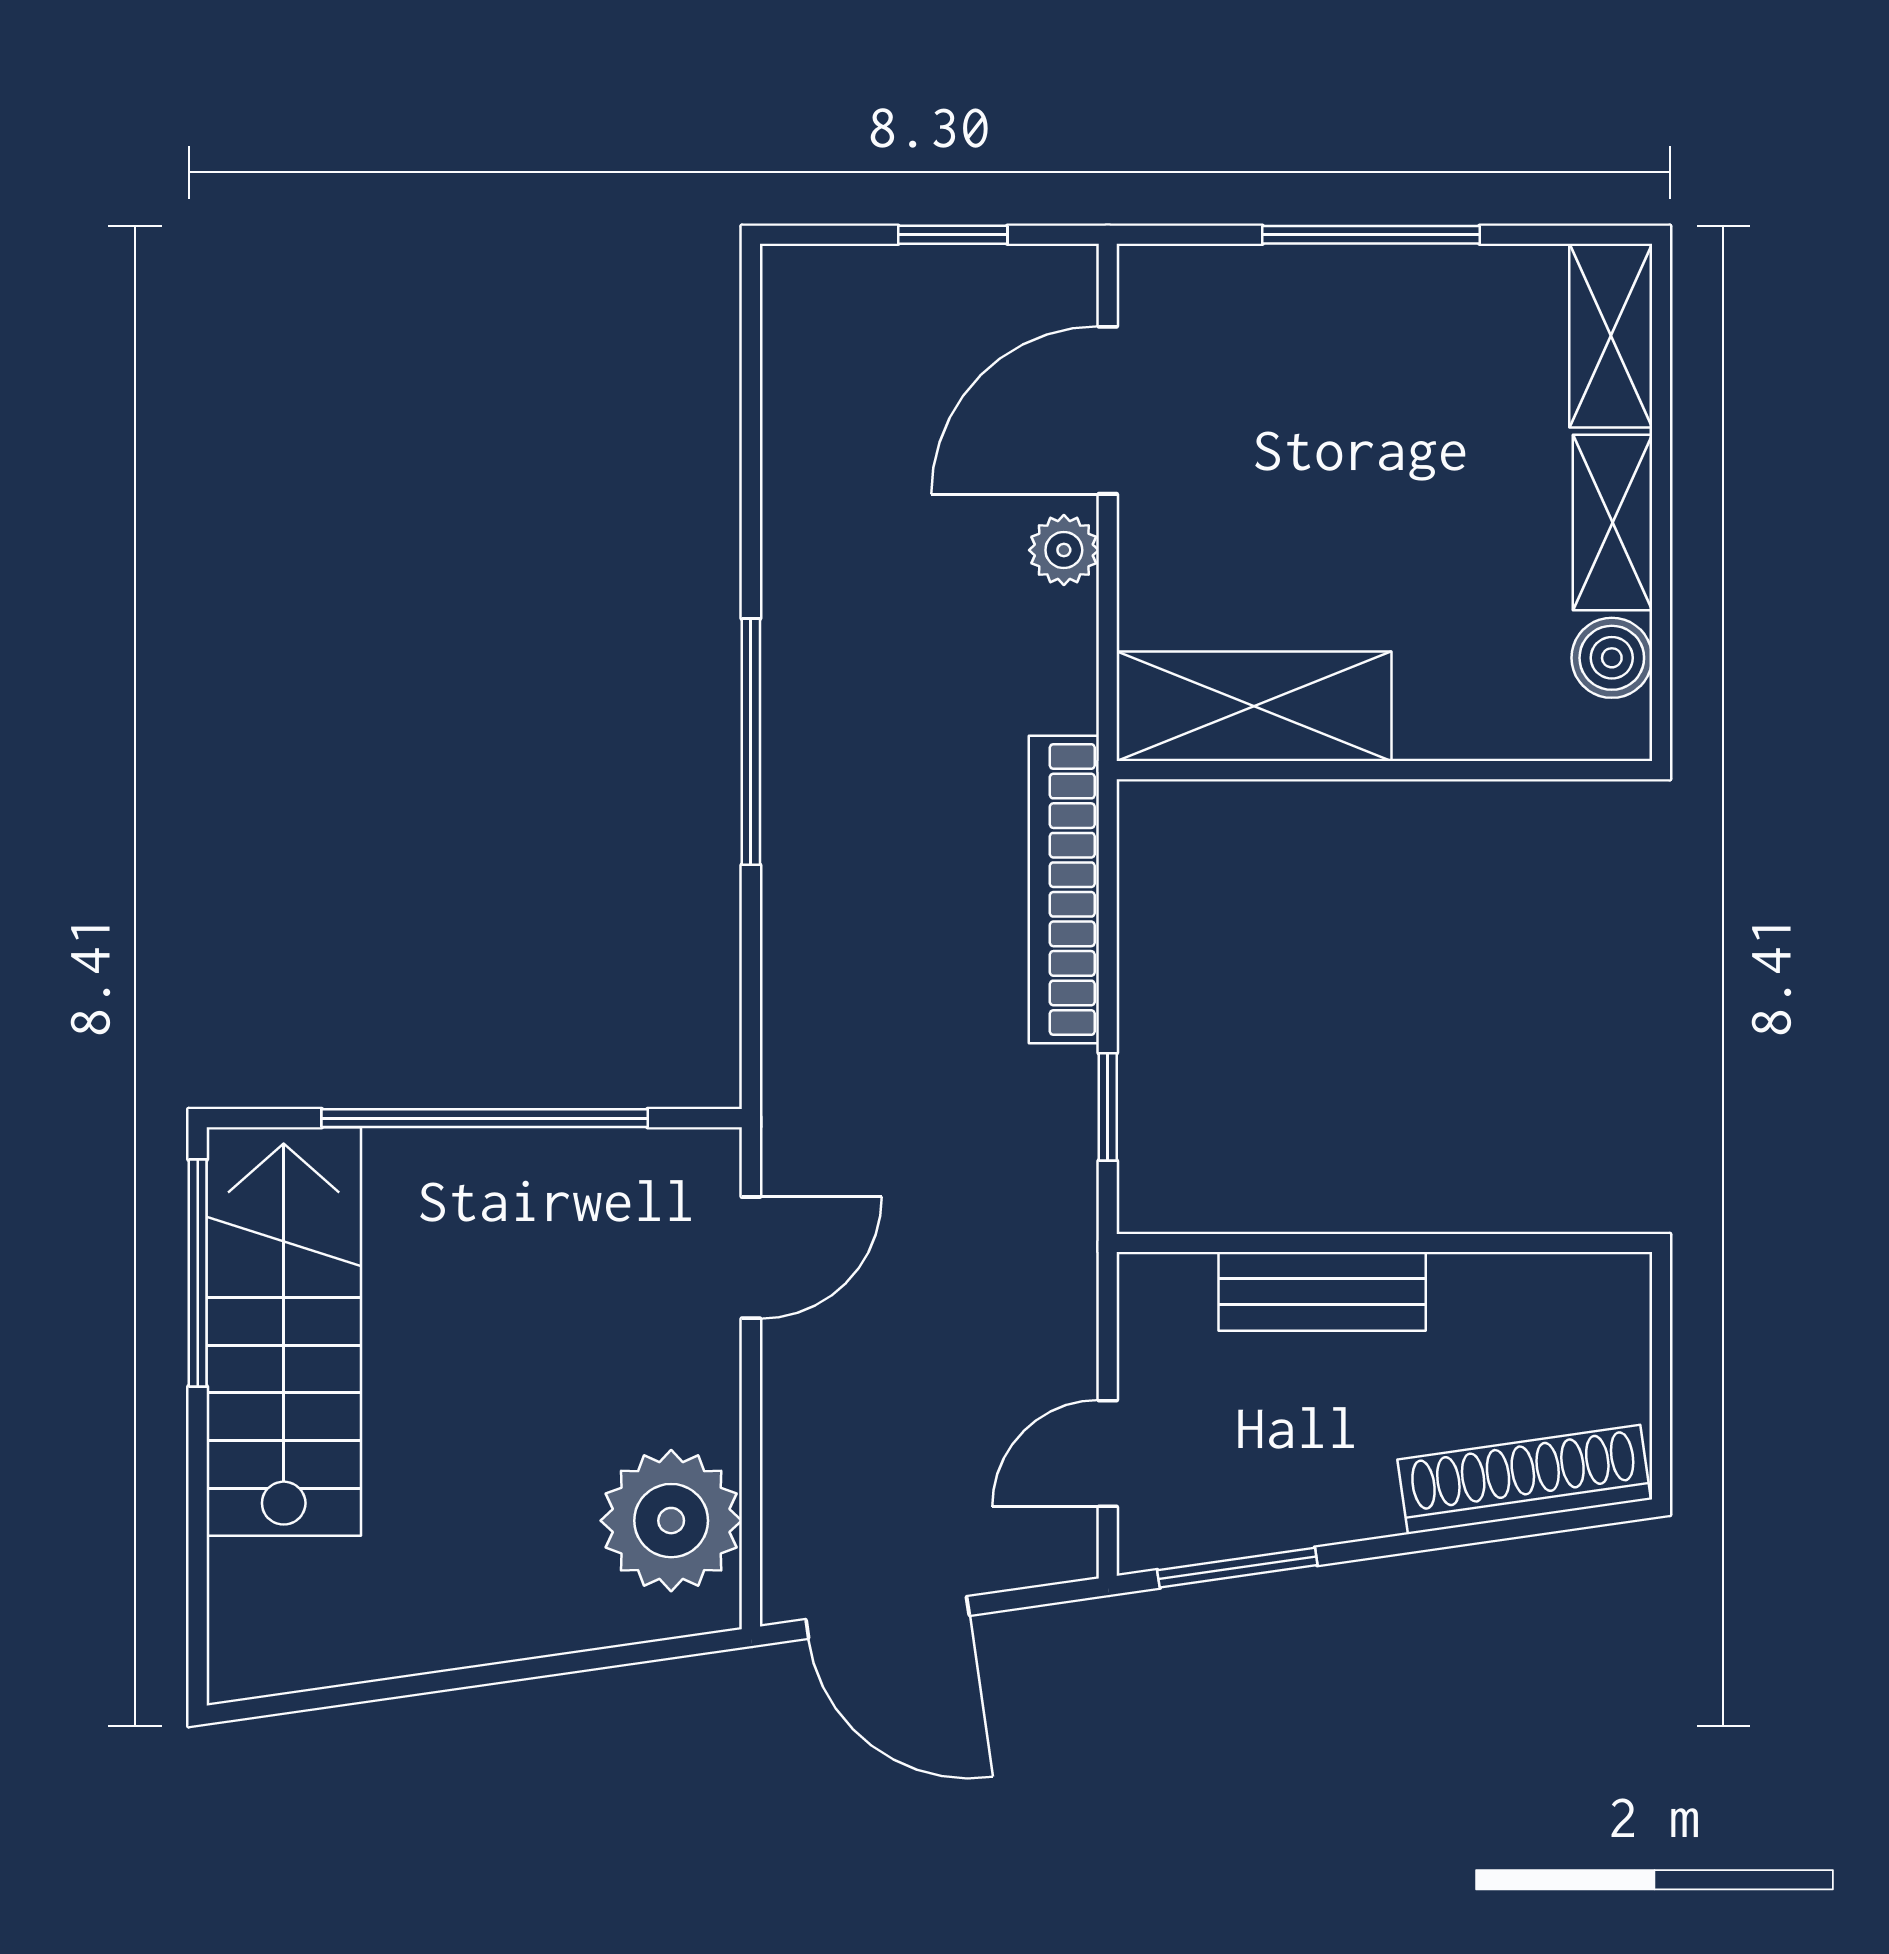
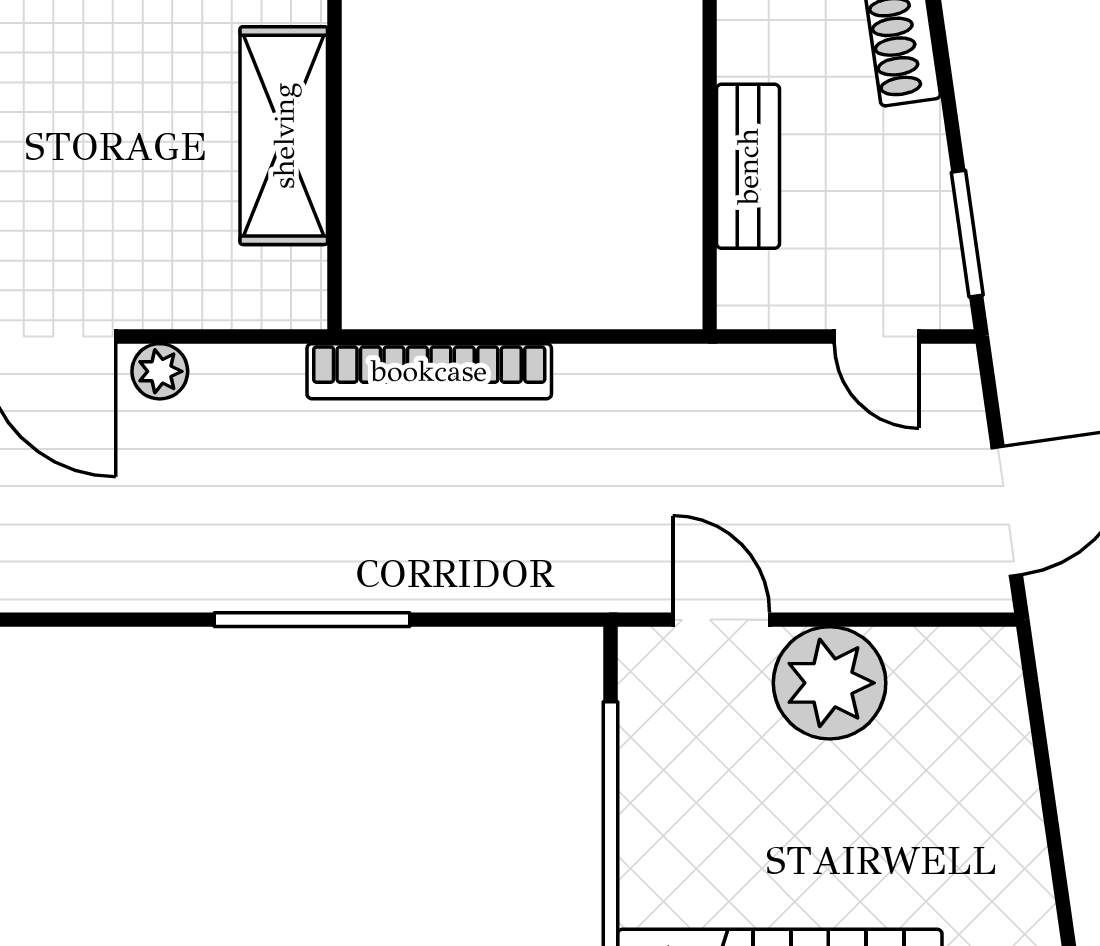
shelving: (1254, 706) -> (284, 136), moved
window: (1108, 1107) -> (602, 336), removed
plant: (671, 1521) -> (830, 683), moved

